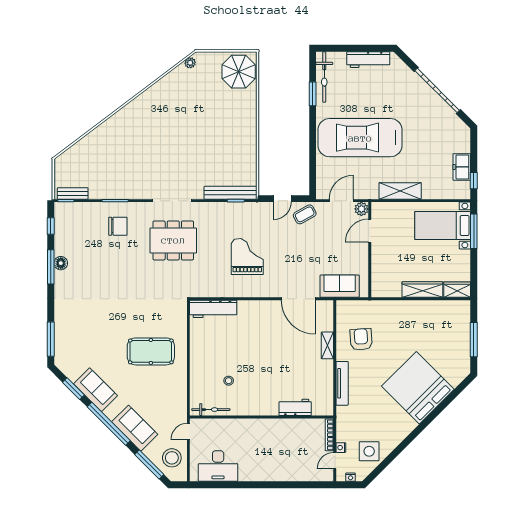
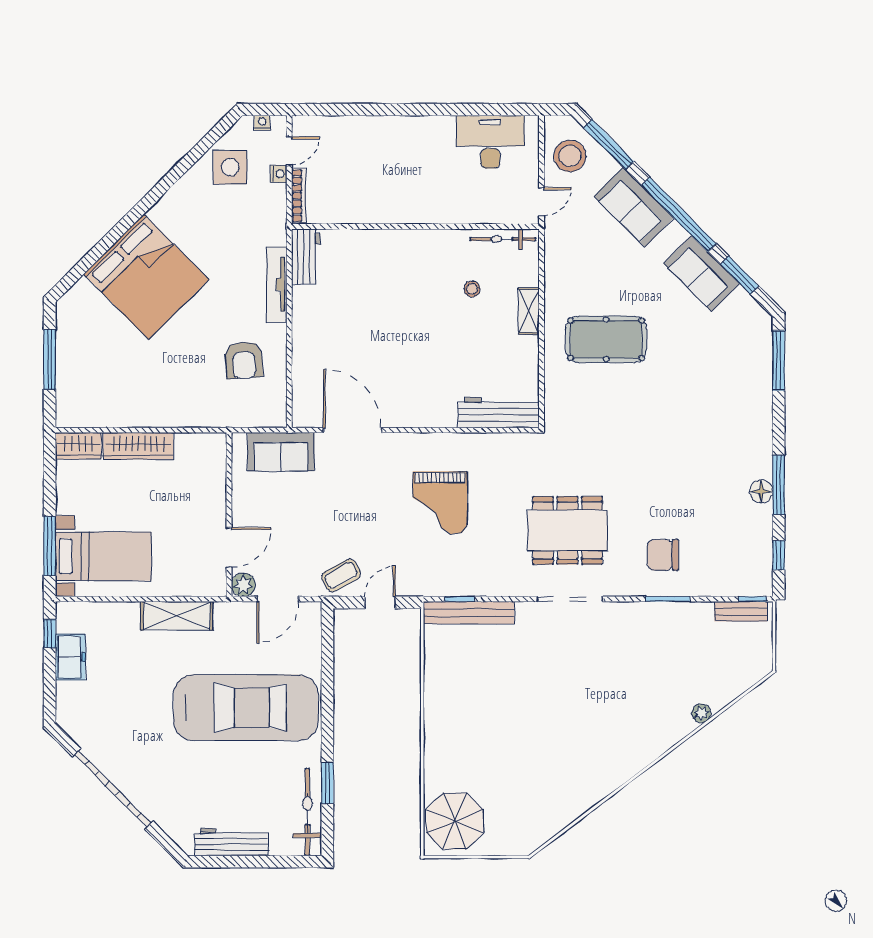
plant: (190, 63) -> (701, 713), moved
shelving: (327, 345) -> (529, 311), moved
workbench: (295, 407) -> (306, 256), moved, turned -90

